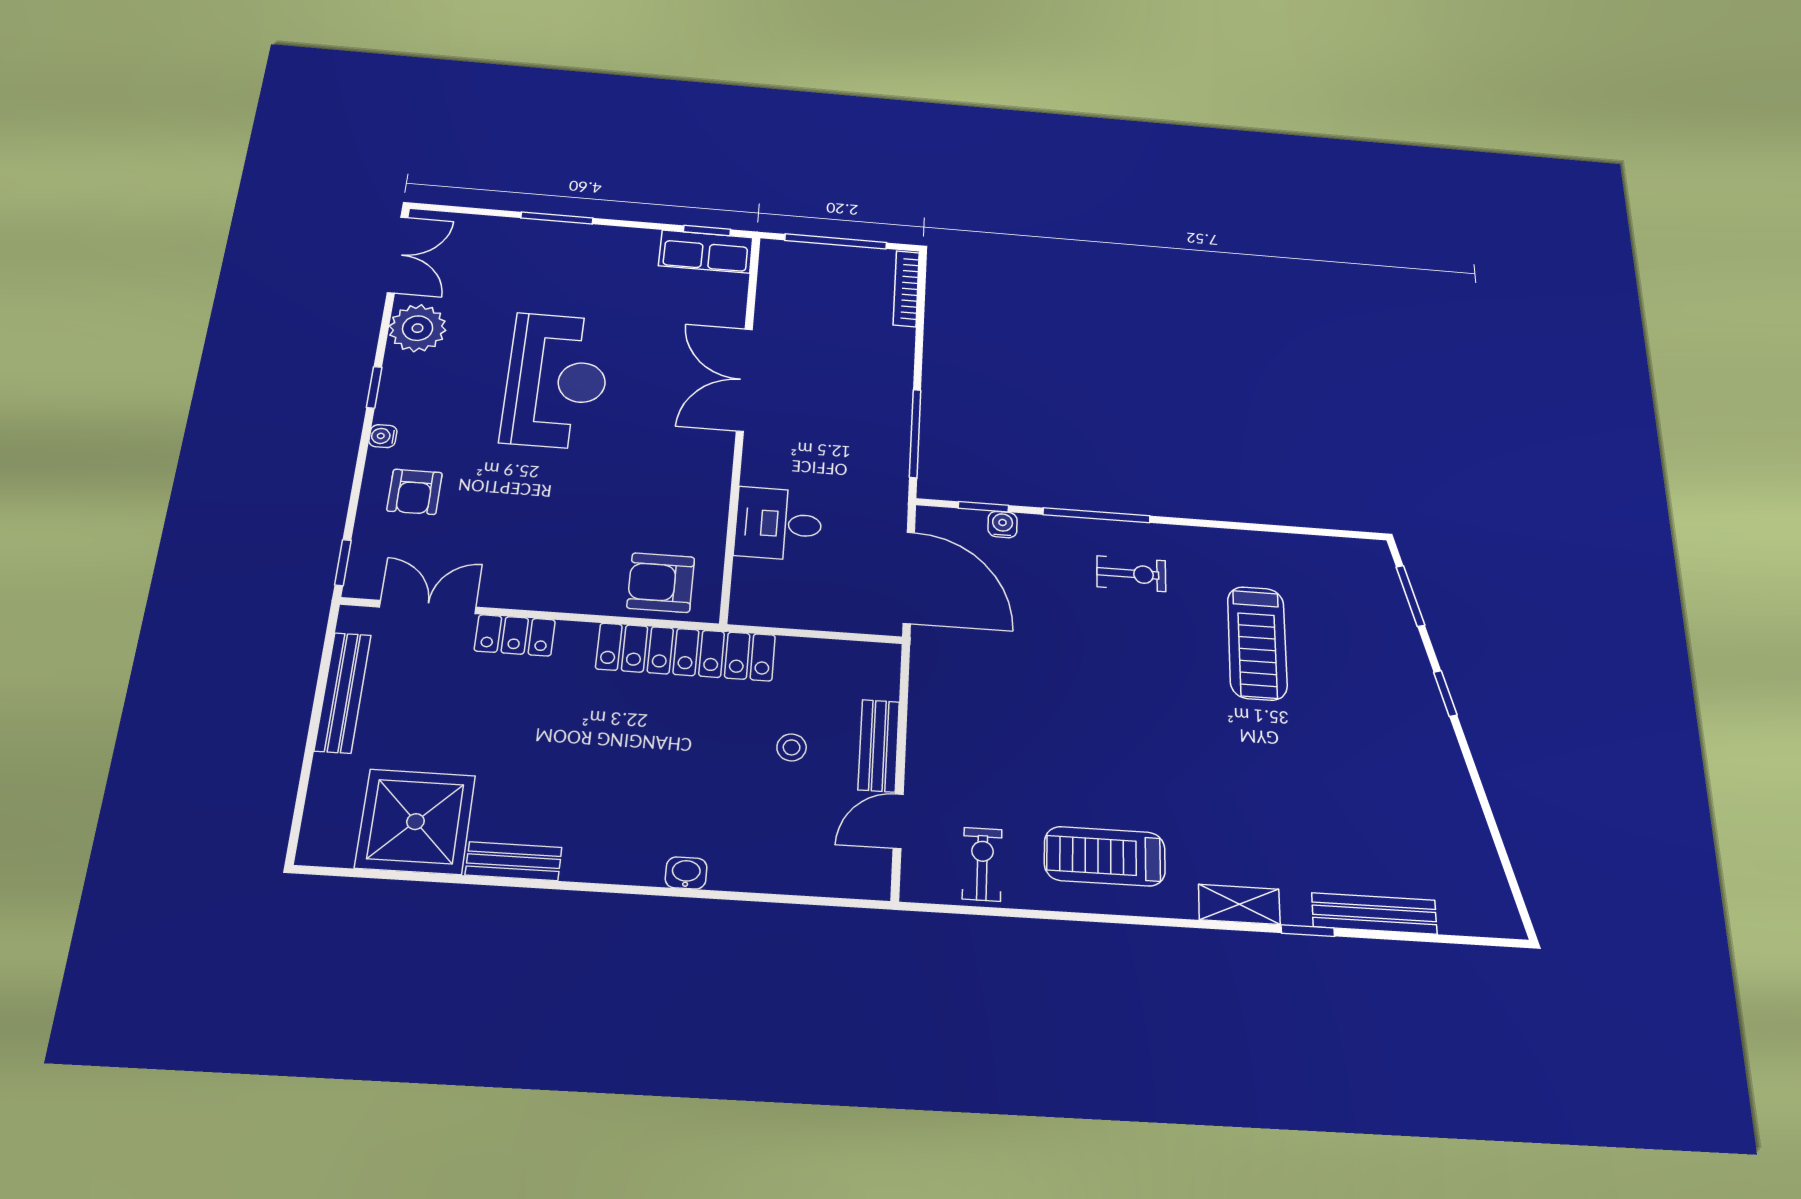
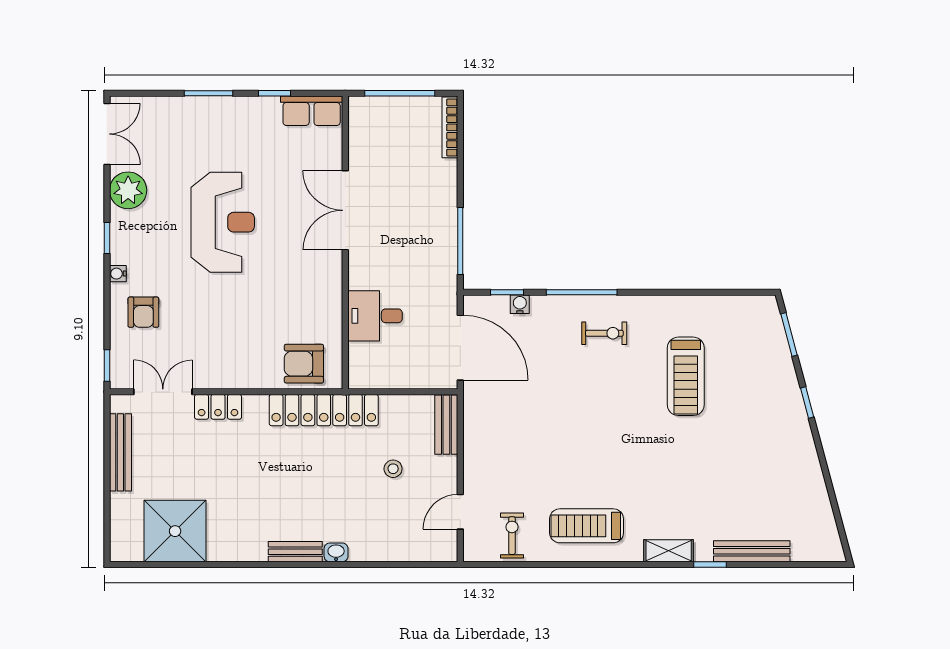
window: (707, 231) -> (274, 93), moved
bench: (879, 746) -> (446, 425), moved
bench: (514, 861) -> (295, 552), moved

